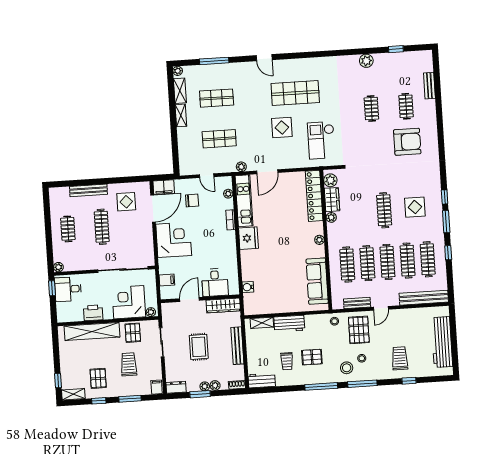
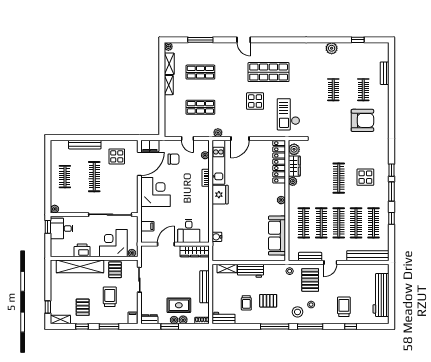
rug: (199, 347) -> (179, 305), moved, turned 90

